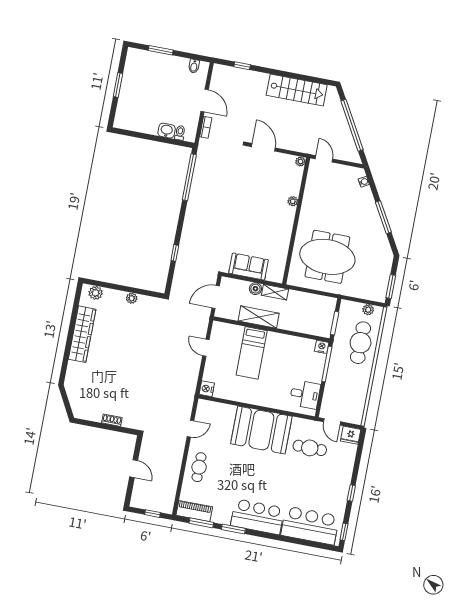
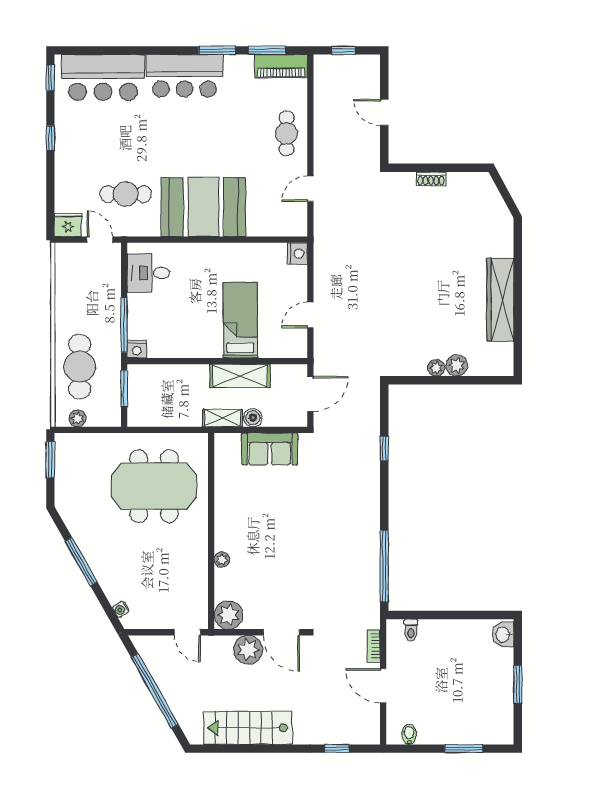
washbasin: (167, 131) -> (503, 635), moved, turned 90
plant: (287, 140) -> (248, 650), added
plant: (300, 161) -> (228, 615), width x1.87, depth x1.87
plant: (96, 293) -> (457, 366), moved
door: (206, 348) -> (310, 315), swing flipped

